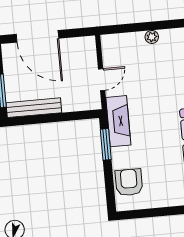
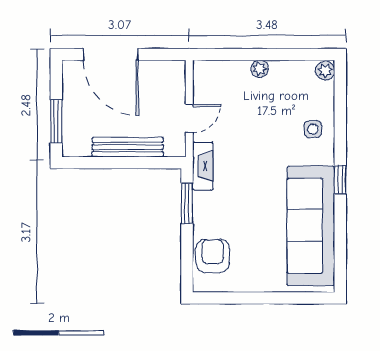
bench: (34, 108) -> (128, 147), moved
fireplace: (118, 121) -> (203, 166), width x0.73, depth x0.76

